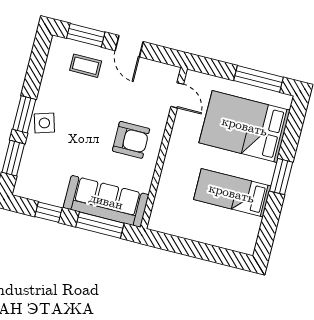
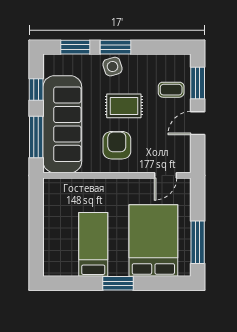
coffee table: (86, 66) -> (171, 90), turned 90
rug: (90, 121) -> (124, 106), added
armchair: (131, 140) -> (117, 145), turned 180
sofa: (106, 201) -> (62, 124), width x1.36, depth x1.27

